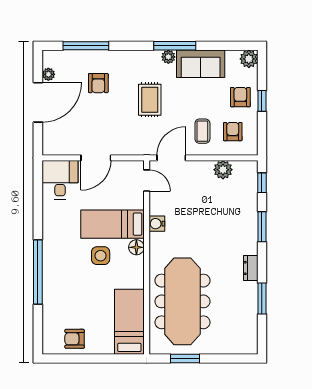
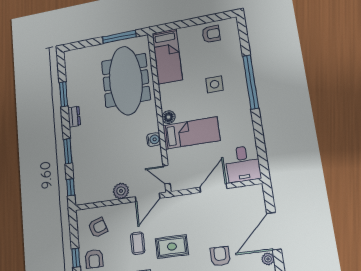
rug: (150, 100) -> (172, 247), turned 90
coffee table: (202, 131) -> (138, 243), moved
armchair: (233, 132) -> (98, 228), turned -109
plant: (223, 170) -> (121, 191), moved
side table: (101, 256) -> (215, 84), moved
window: (185, 358) -> (119, 37), width x1.44

